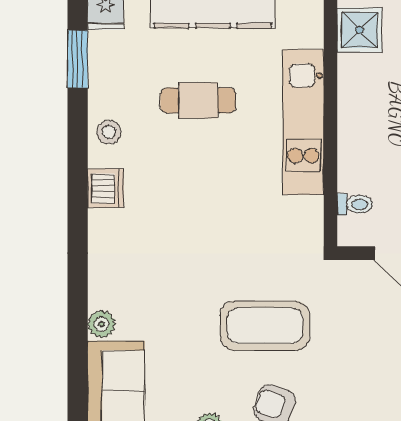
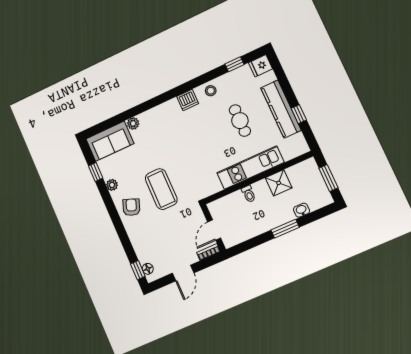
shower: (360, 30) -> (279, 183), moved
window: (78, 59) -> (234, 64), width x0.67
toilet: (355, 204) -> (249, 194), moved

